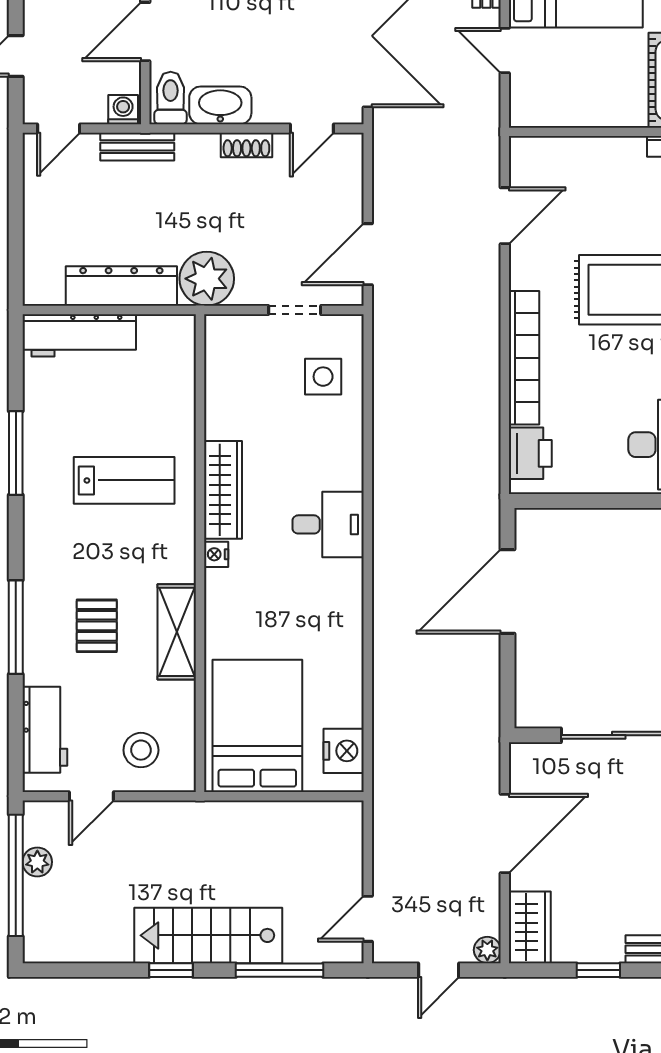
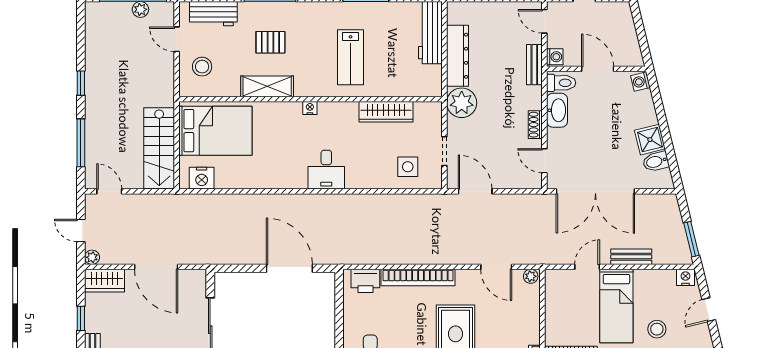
plant: (522, 153) -> (531, 276), added
wardrobe: (223, 490) -> (386, 112), moved
stairs: (208, 935) -> (159, 148), moved, turned 180

